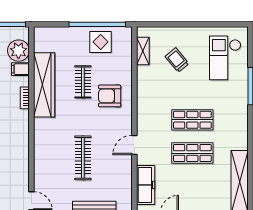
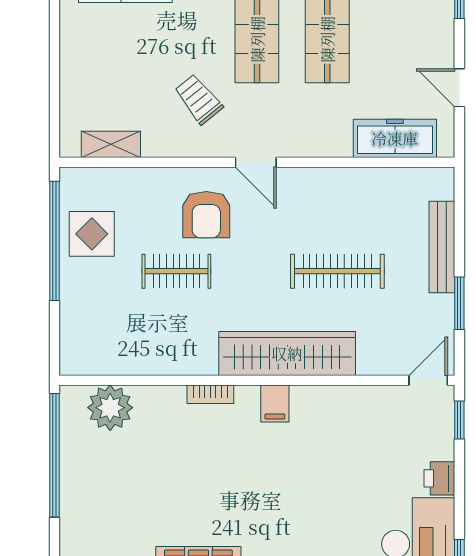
trolley: (177, 60) -> (199, 99), moved, turned 91
filing cabinet: (20, 69) -> (275, 404), moved
wardrobe: (44, 85) -> (287, 353), moved
door: (134, 145) -> (256, 162), moved

